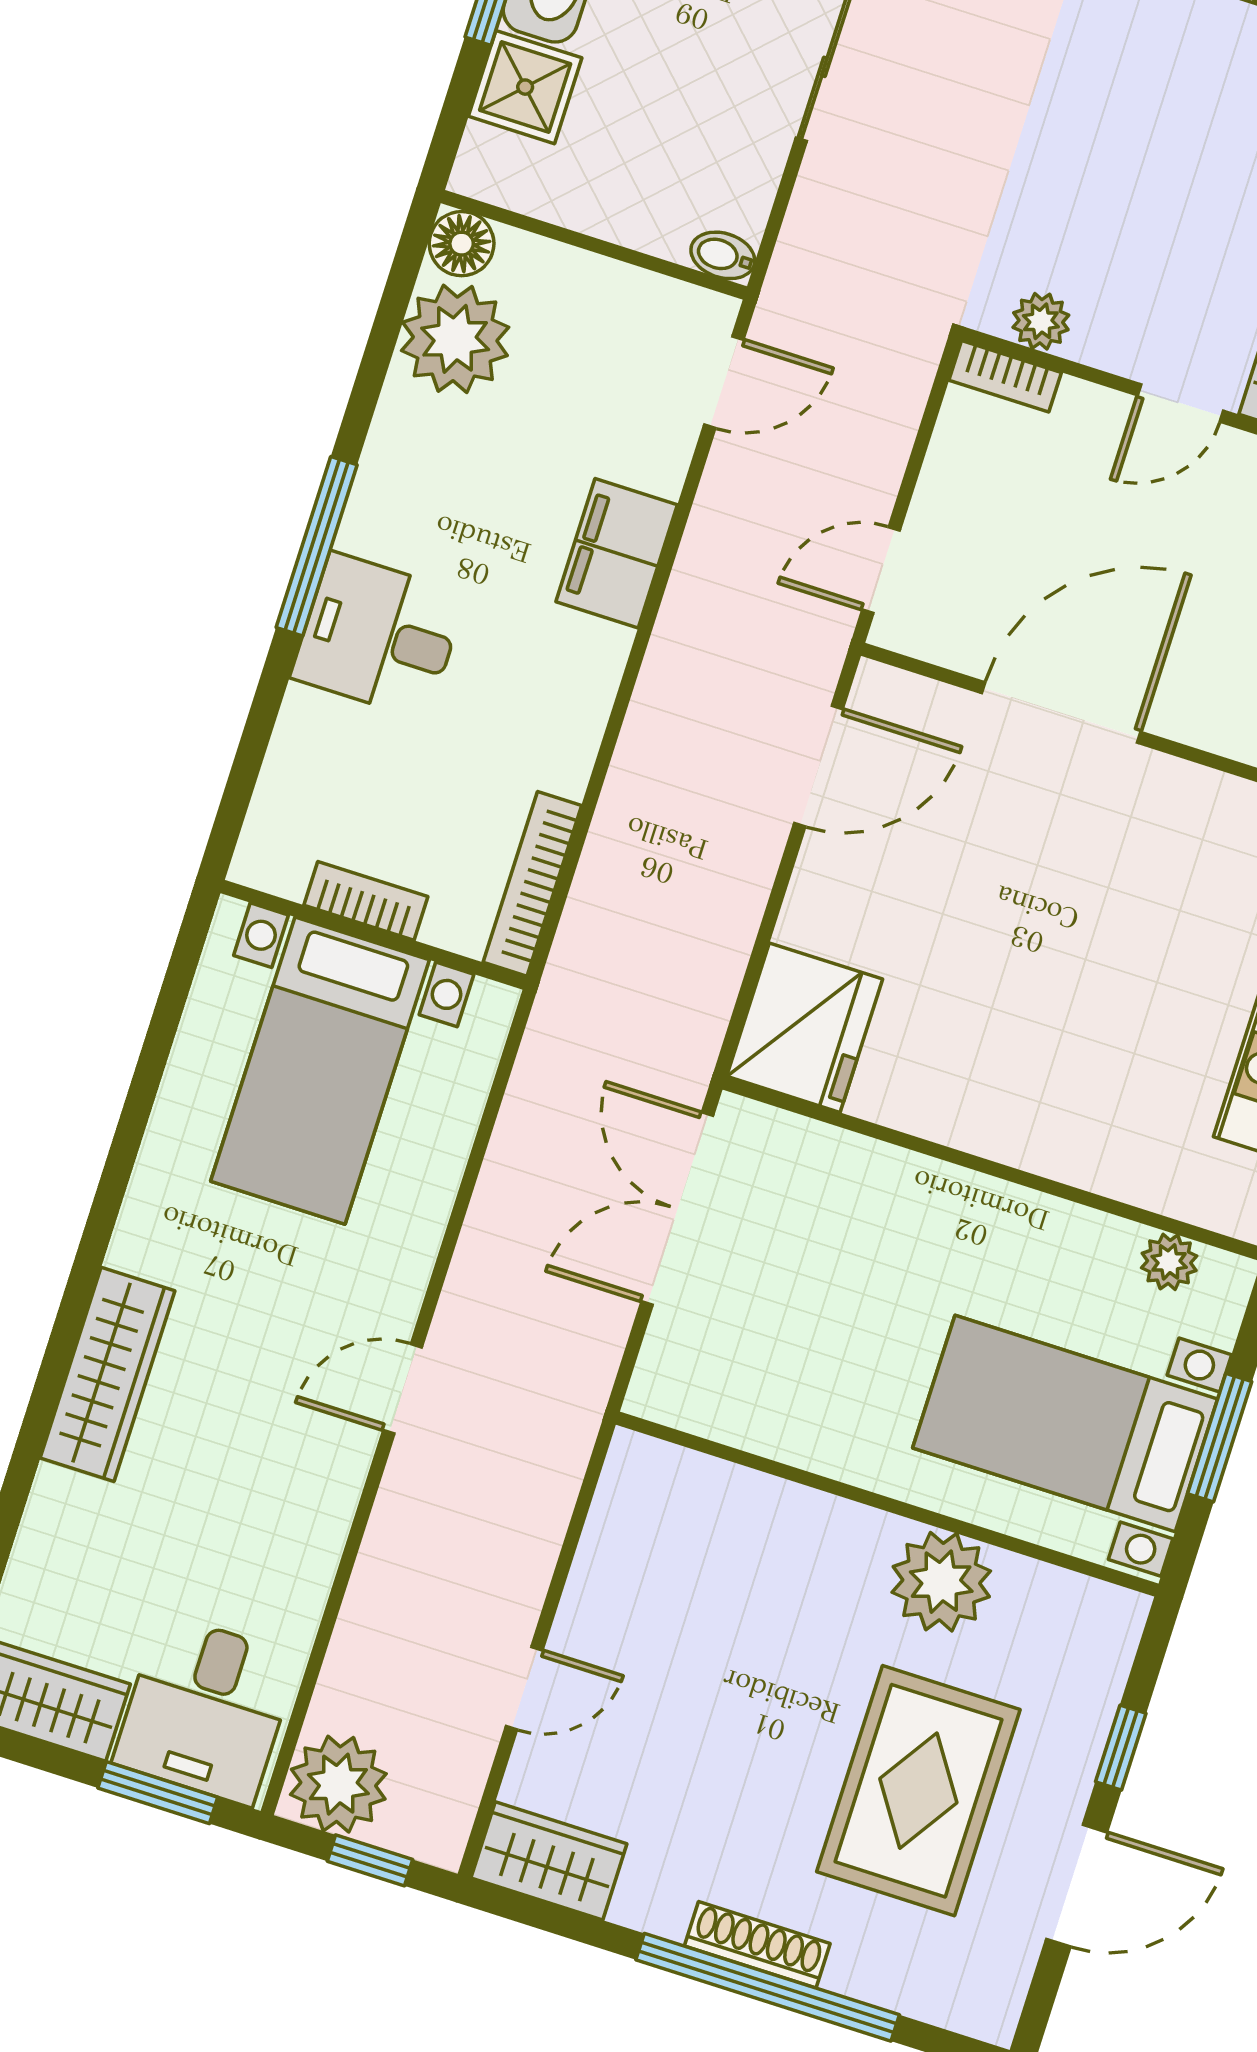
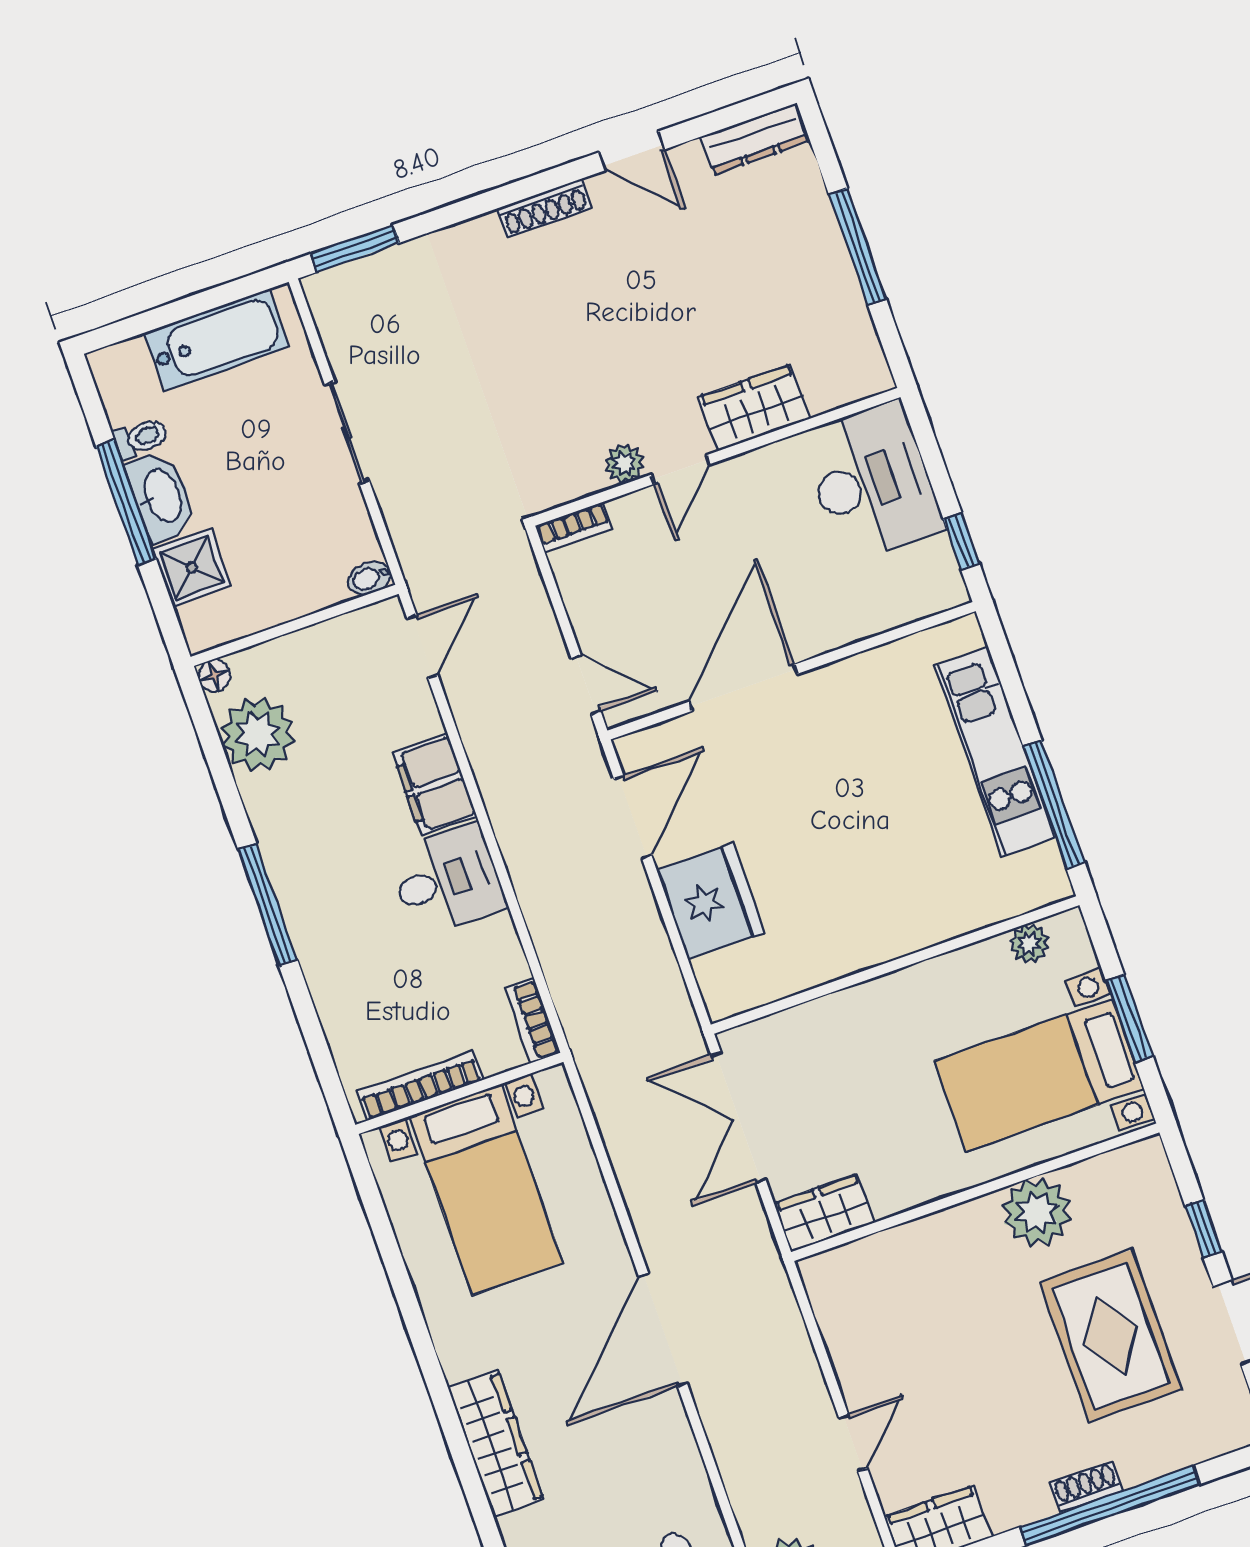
floor lamp: (462, 244) -> (214, 676), width x0.73, depth x0.73
plant: (1041, 321) -> (624, 463), moved
door: (881, 570) -> (586, 684), swing flipped
desk: (379, 636) -> (447, 880), moved, turned 180
bookcase: (532, 884) -> (532, 1021), width x0.64
bookcase: (366, 901) -> (420, 1085), width x1.56
fridge: (805, 1028) -> (710, 901), moved
door: (403, 1389) -> (663, 1330), width x1.87
wardrobe: (693, 1395) -> (824, 1213), added
shoe rack: (757, 1945) -> (1086, 1487), width x0.70

